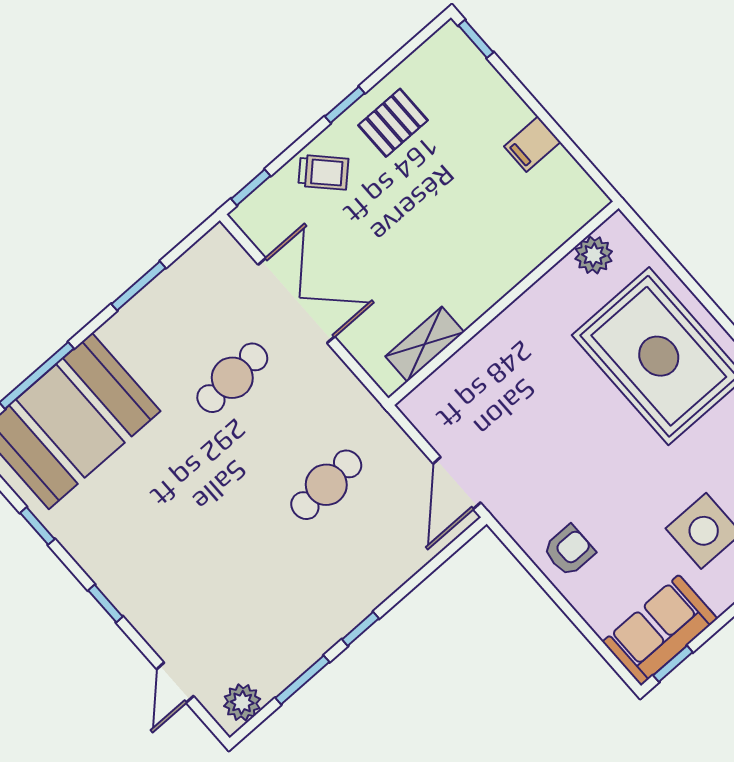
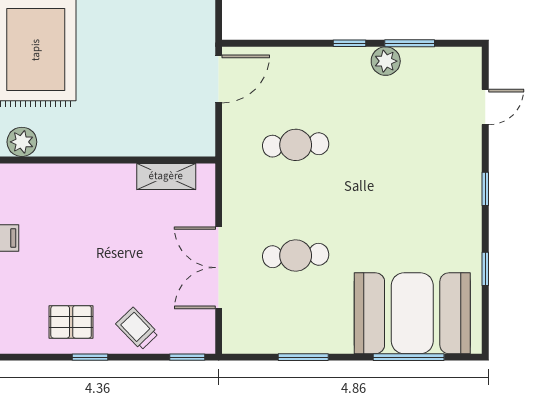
plant: (242, 702) -> (386, 61), moved

